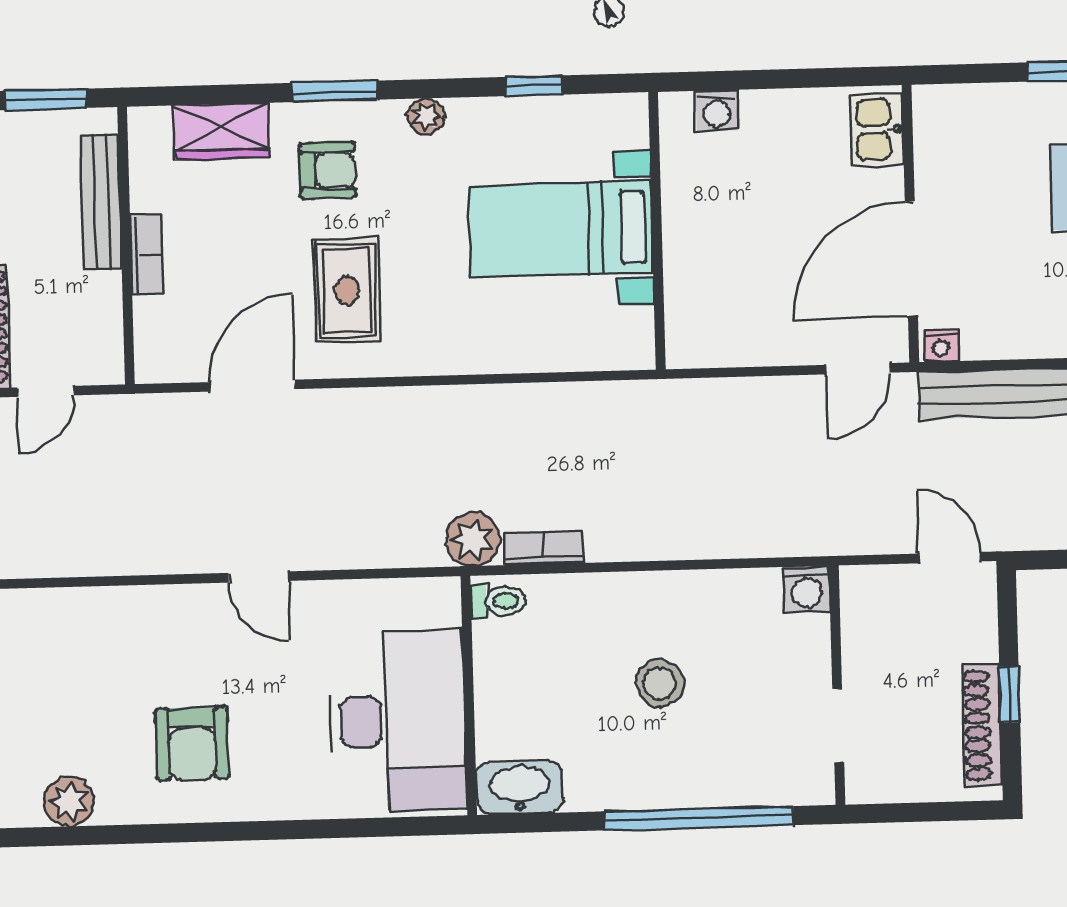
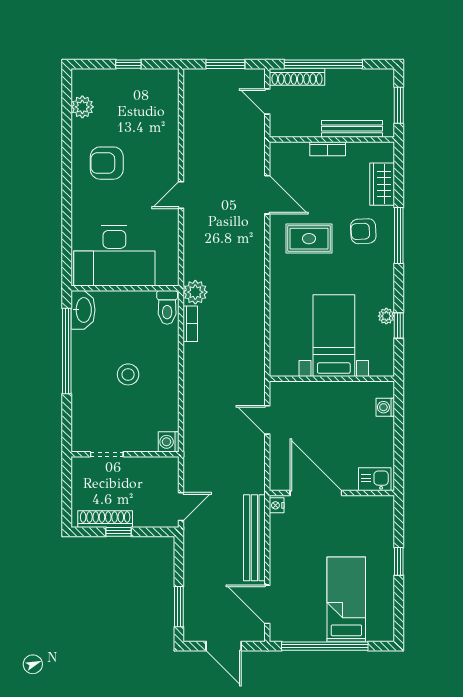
window: (335, 91) -> (399, 235), width x1.44
plant: (426, 116) -> (386, 316), moved
armchair: (327, 170) -> (363, 231), turned 87
door: (858, 369) -> (267, 420), moved
toilet: (498, 601) -> (167, 307), width x1.37, depth x1.39
window: (699, 818) -> (67, 351), moved

